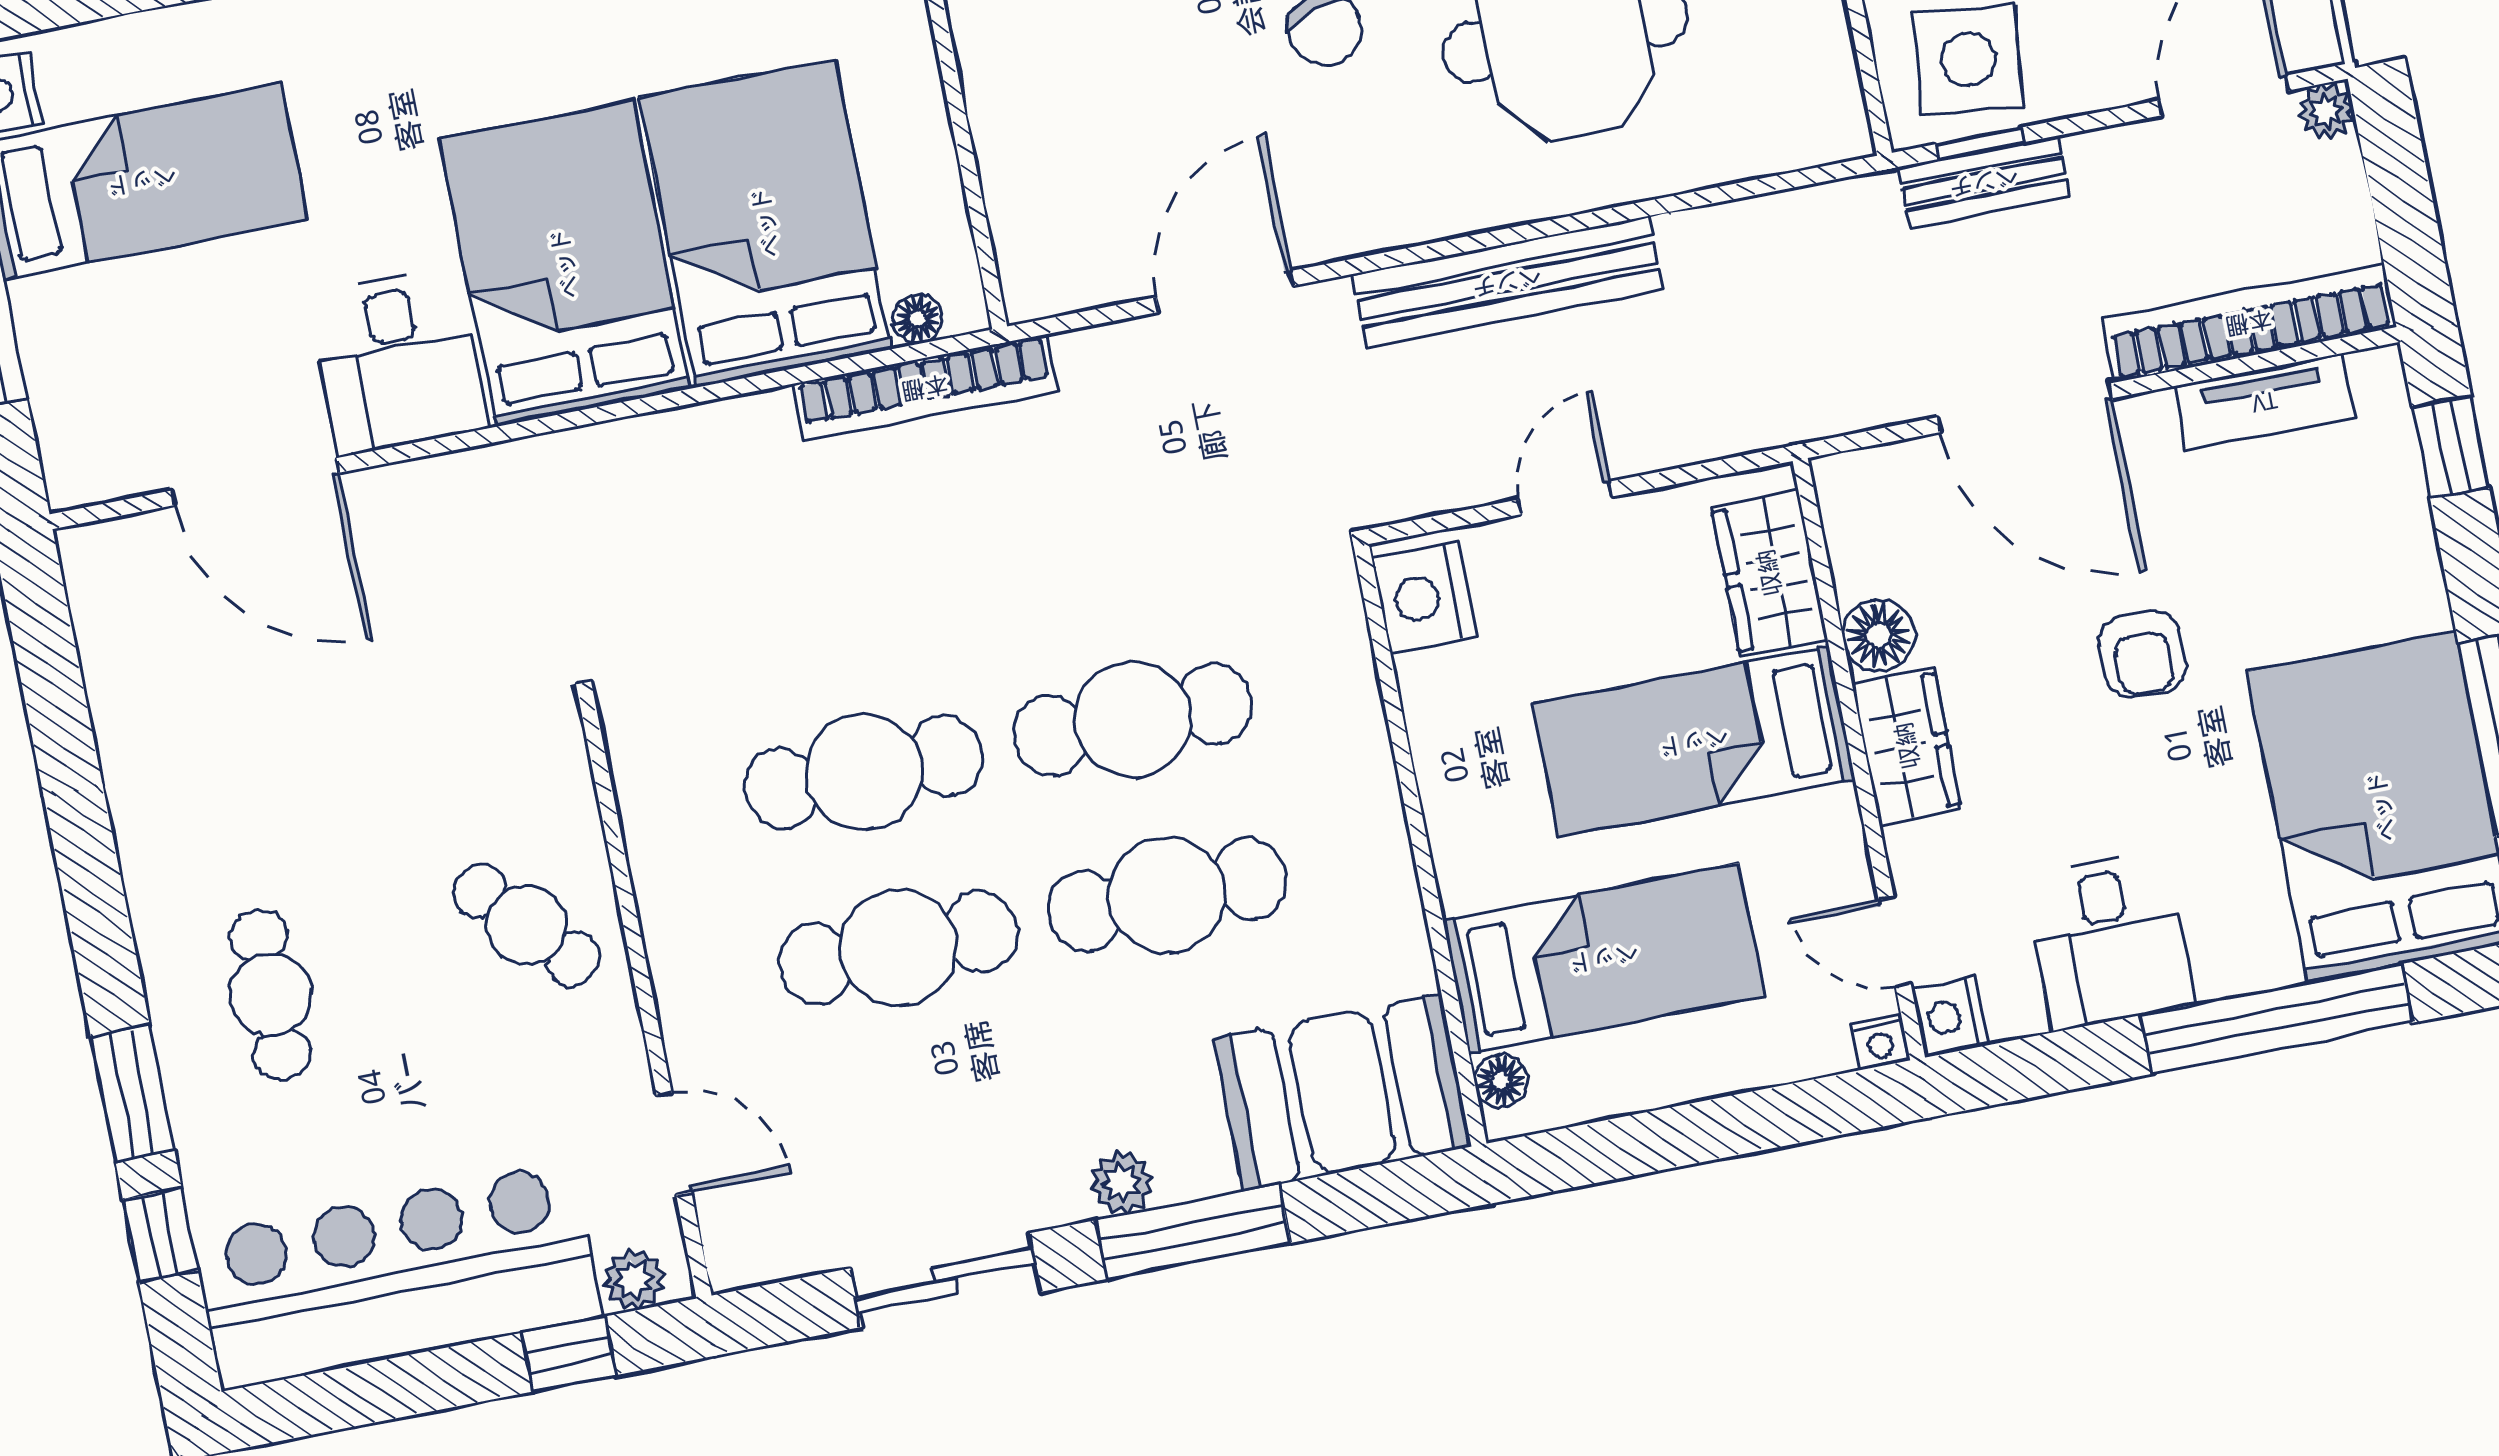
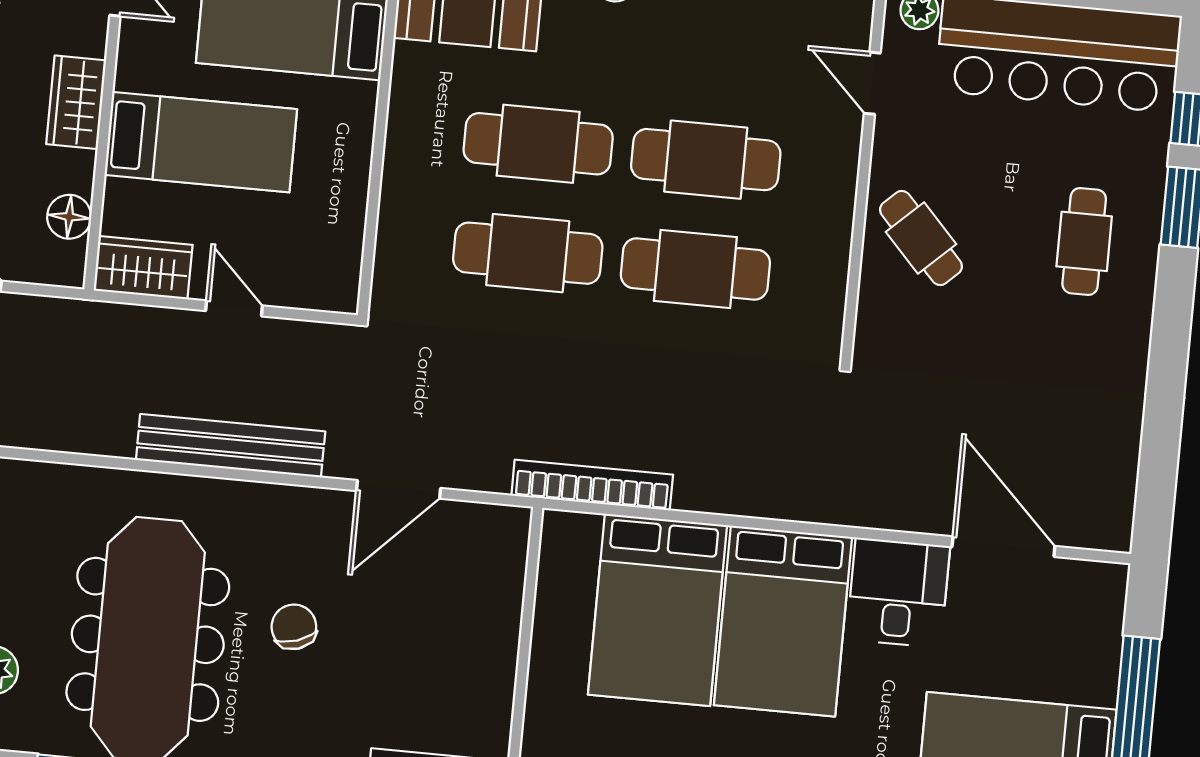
floor lamp: (917, 319) -> (585, 527), removed
door: (1565, 498) -> (234, 308), swing flipped
wardrobe: (1769, 573) -> (143, 268), moved, turned -90
nightstand: (1424, 597) -> (335, 274), removed
floor lamp: (1879, 635) -> (69, 217), moved

